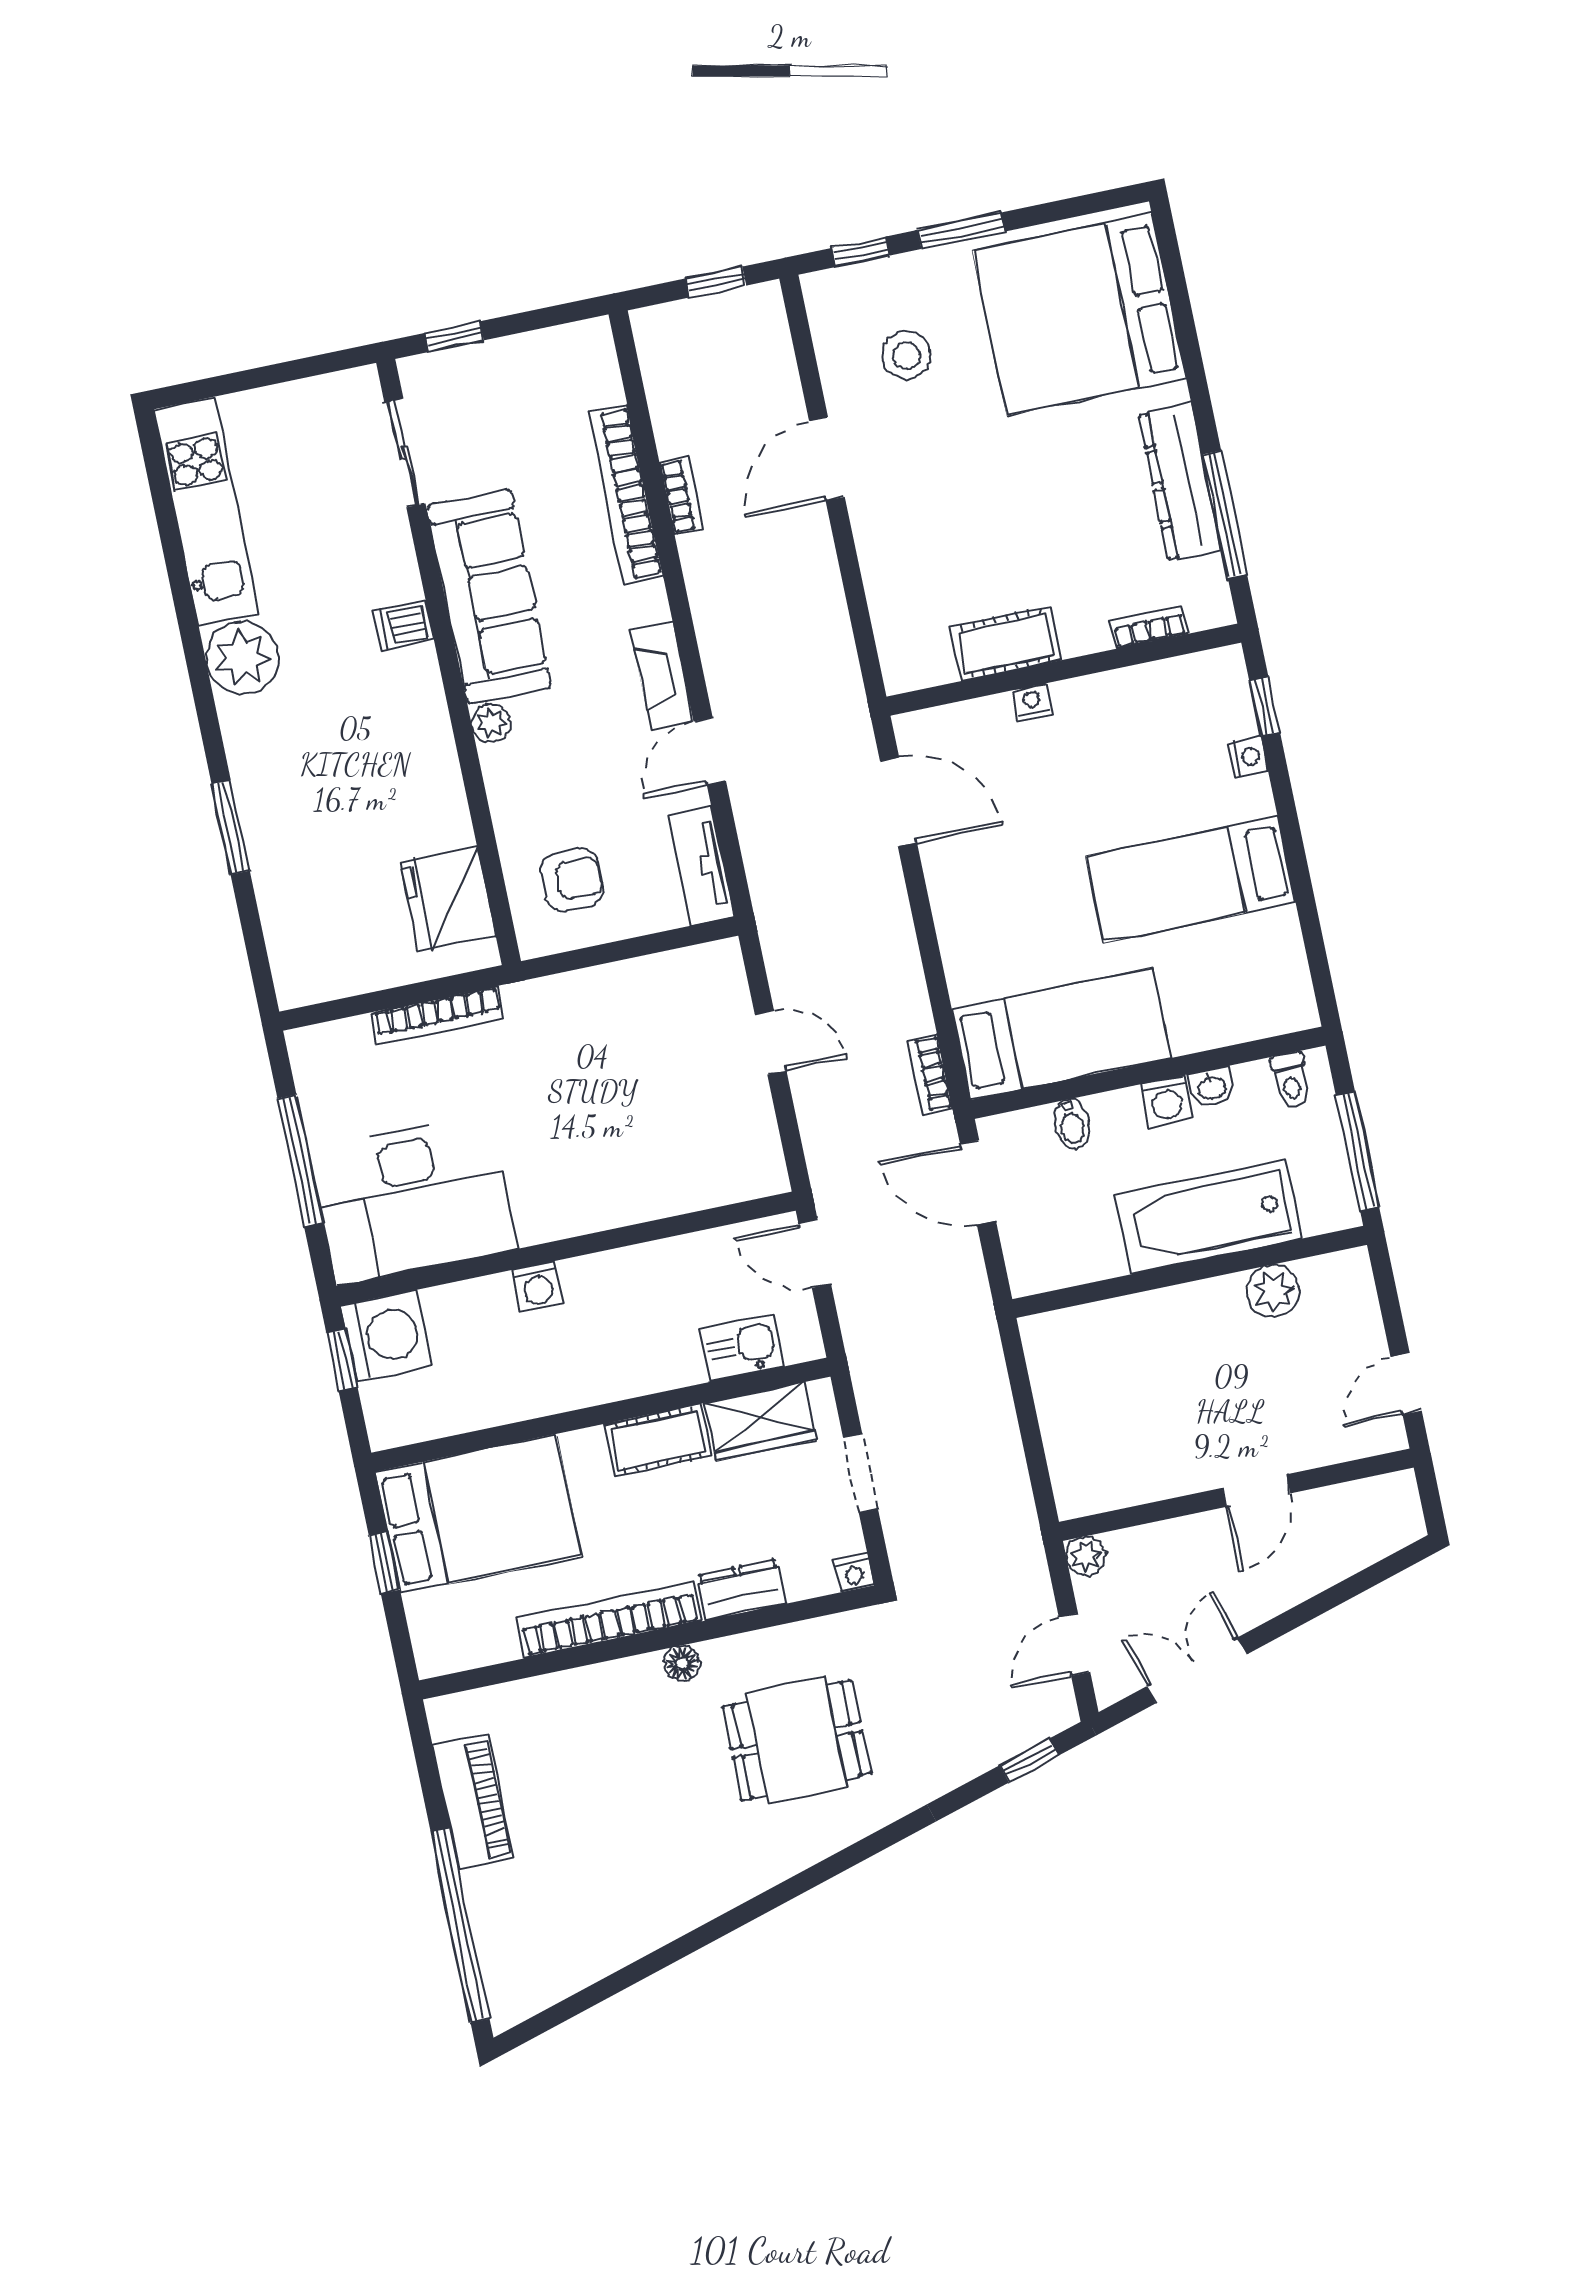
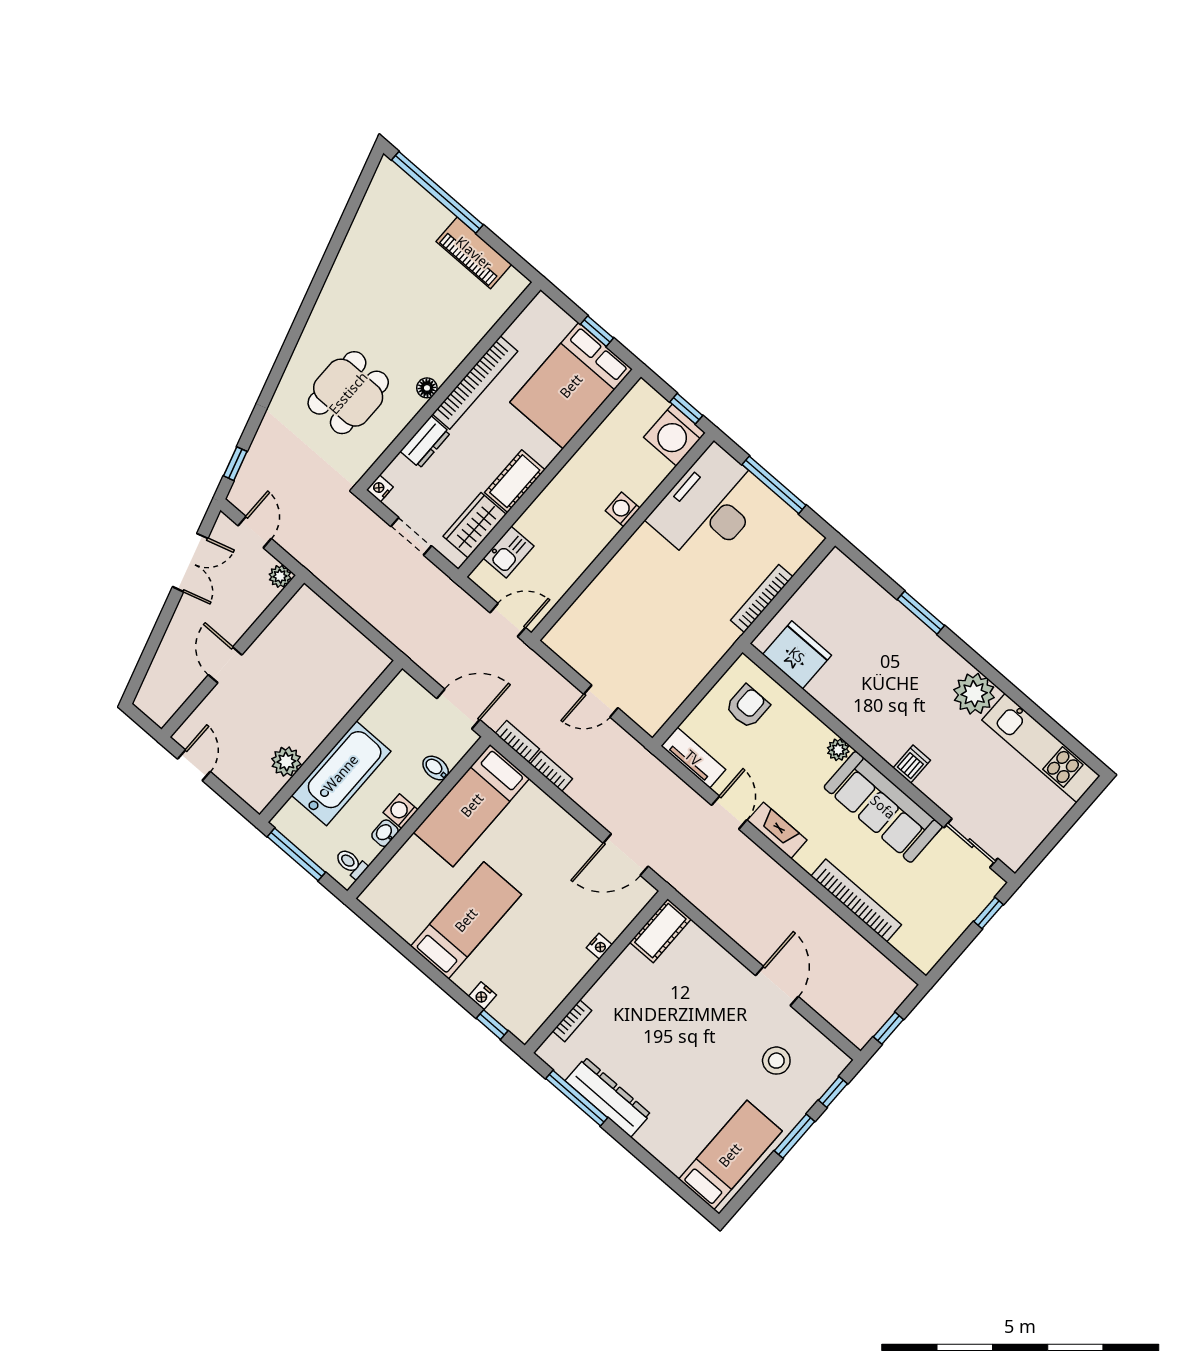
bed: (1079, 314) -> (730, 1155), width x0.49
bookcase: (681, 496) -> (551, 771), moved, turned 180
cot: (1006, 644) -> (660, 931), moved
armchair: (572, 880) -> (747, 707), turned 180

